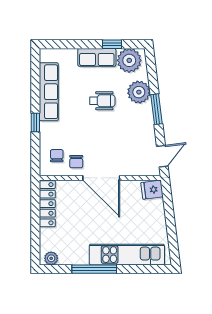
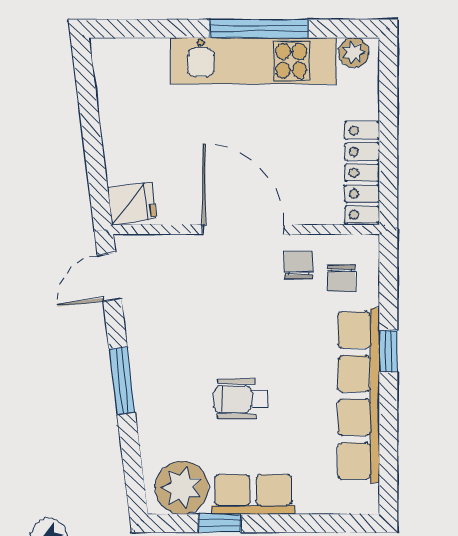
row of seats: (49, 92) -> (359, 395), width x1.36
plant: (139, 92) -> (161, 418), removed
kitchen unit: (127, 255) -> (253, 61), moved

